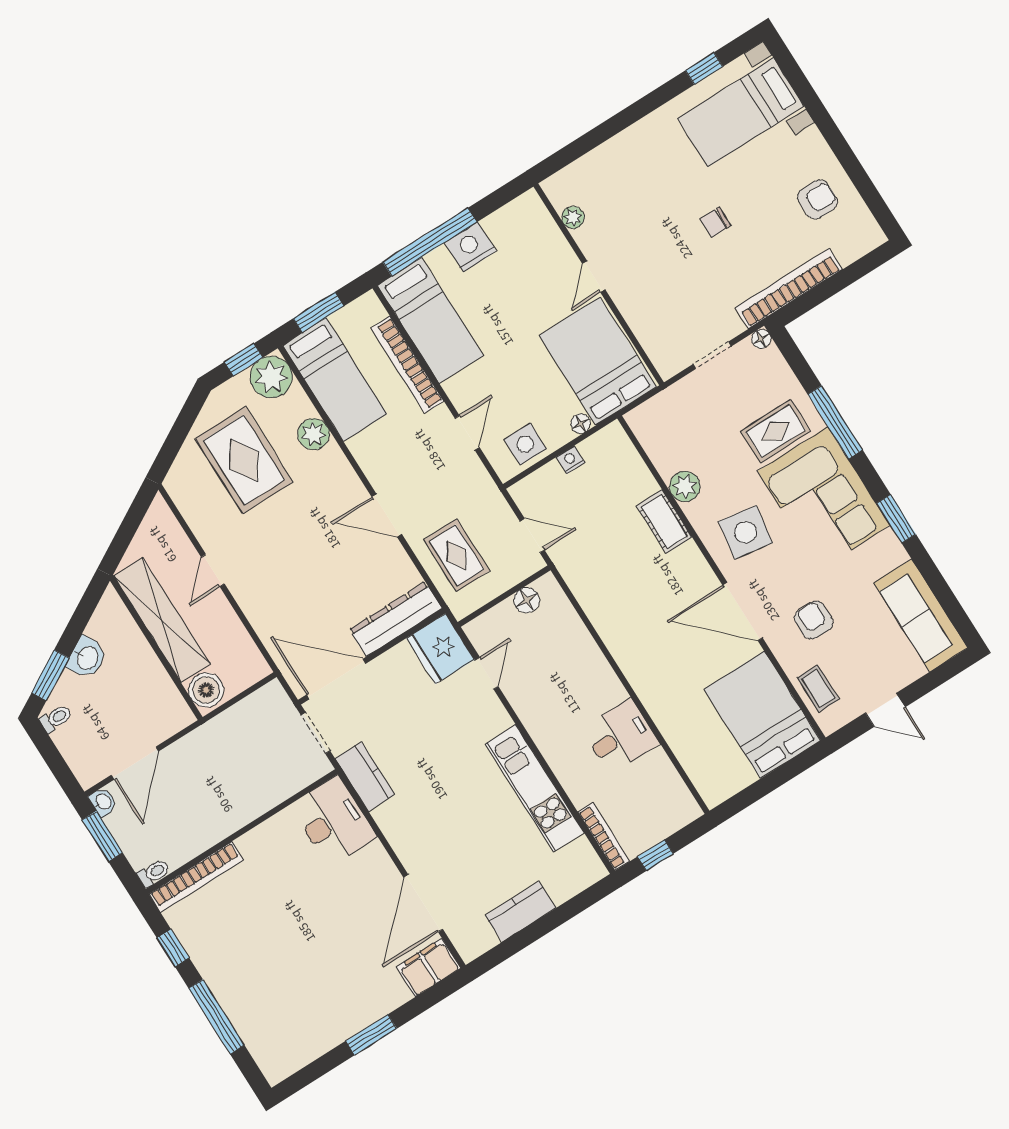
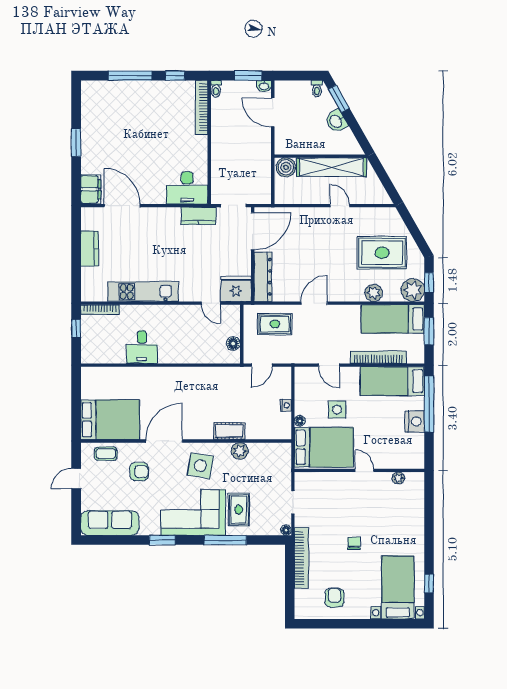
armchair: (818, 199) -> (334, 598), turned 180
side table: (525, 444) -> (337, 410), moved

